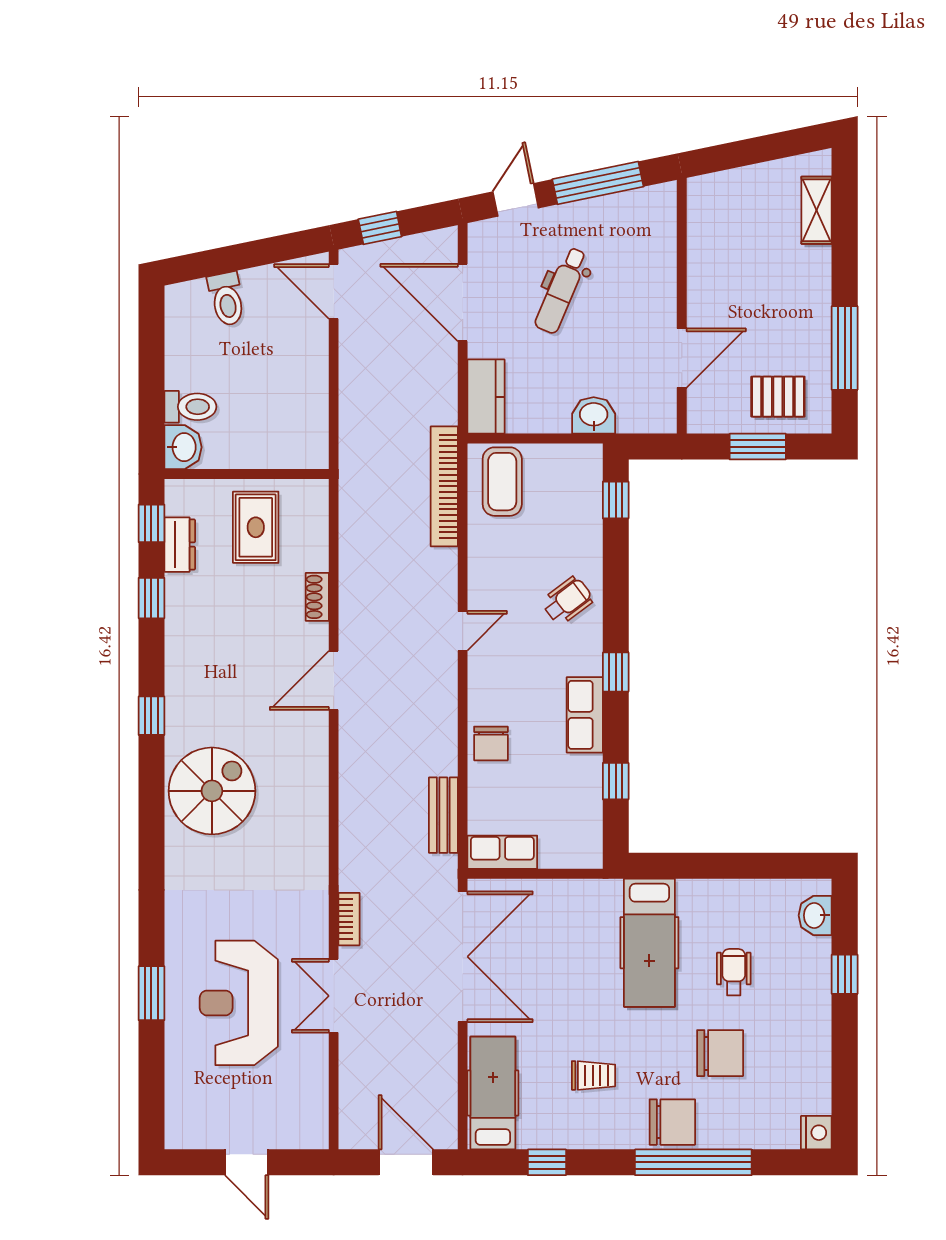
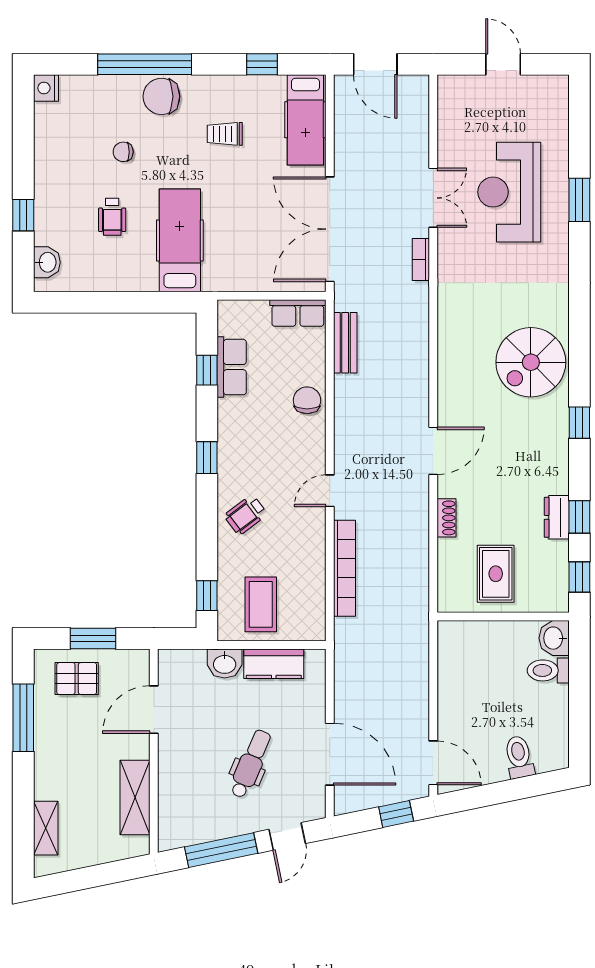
shelving: (705, 248) -> (135, 798), added
kitchen counter: (486, 397) -> (274, 664), moved, turned -90
coffee table: (502, 482) -> (261, 604), moved
bookcase: (444, 486) -> (345, 568), moved
dresser: (180, 545) -> (557, 517), moved
row of seats: (585, 715) -> (232, 367), moved
reception desk: (239, 1003) -> (509, 192), turned 180
chair: (720, 1053) -> (123, 152), width x0.54, depth x0.54

